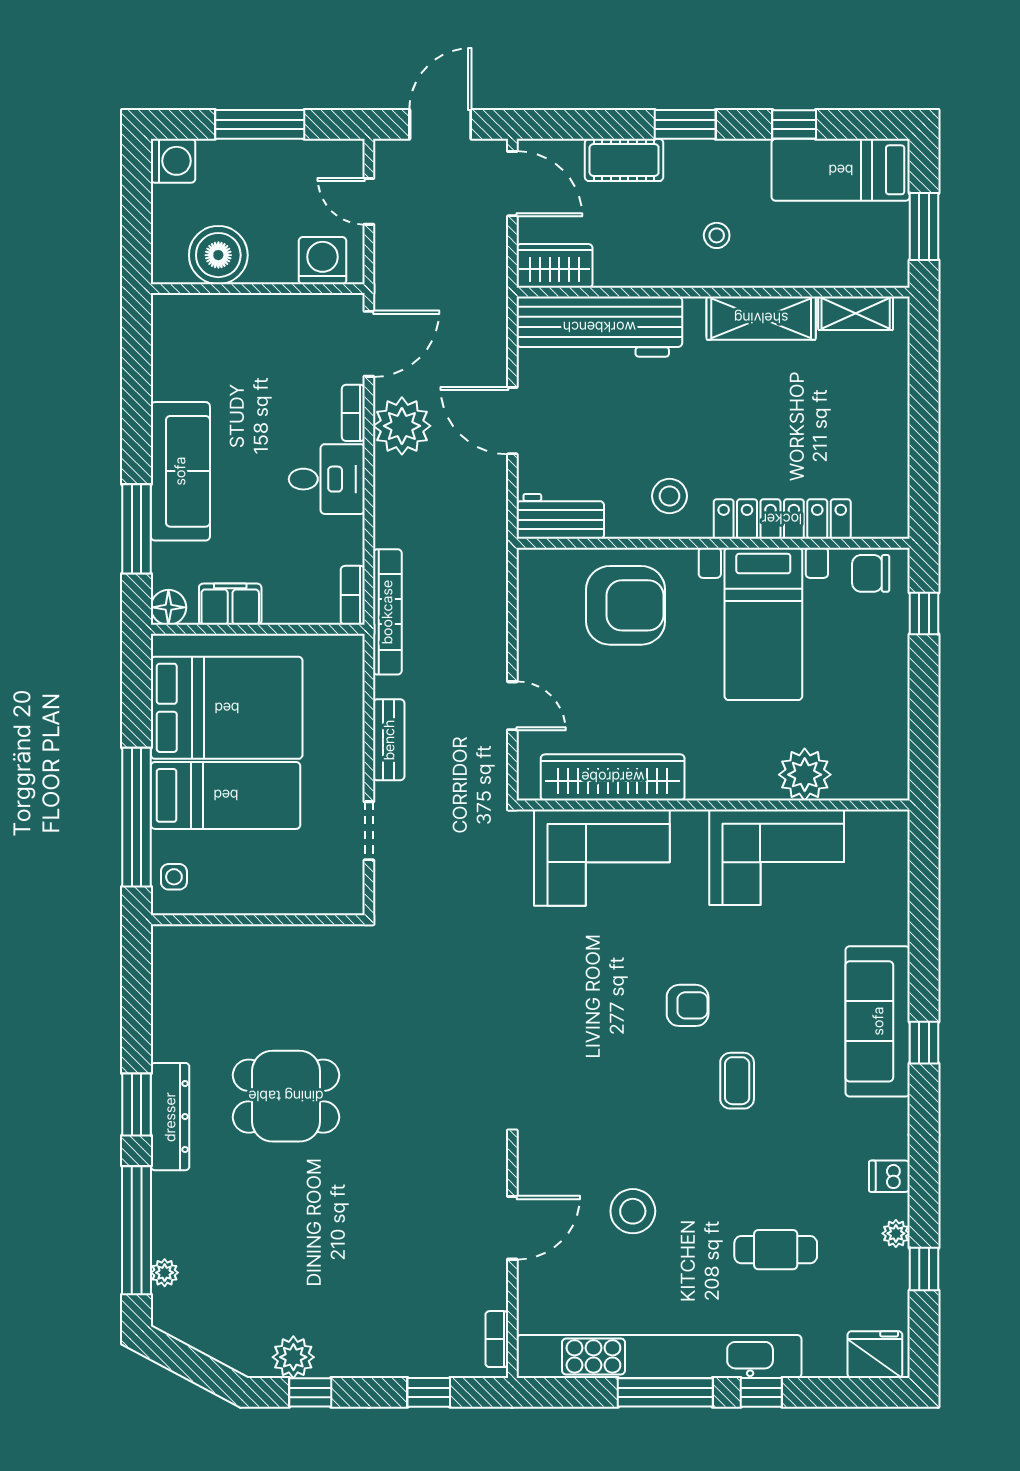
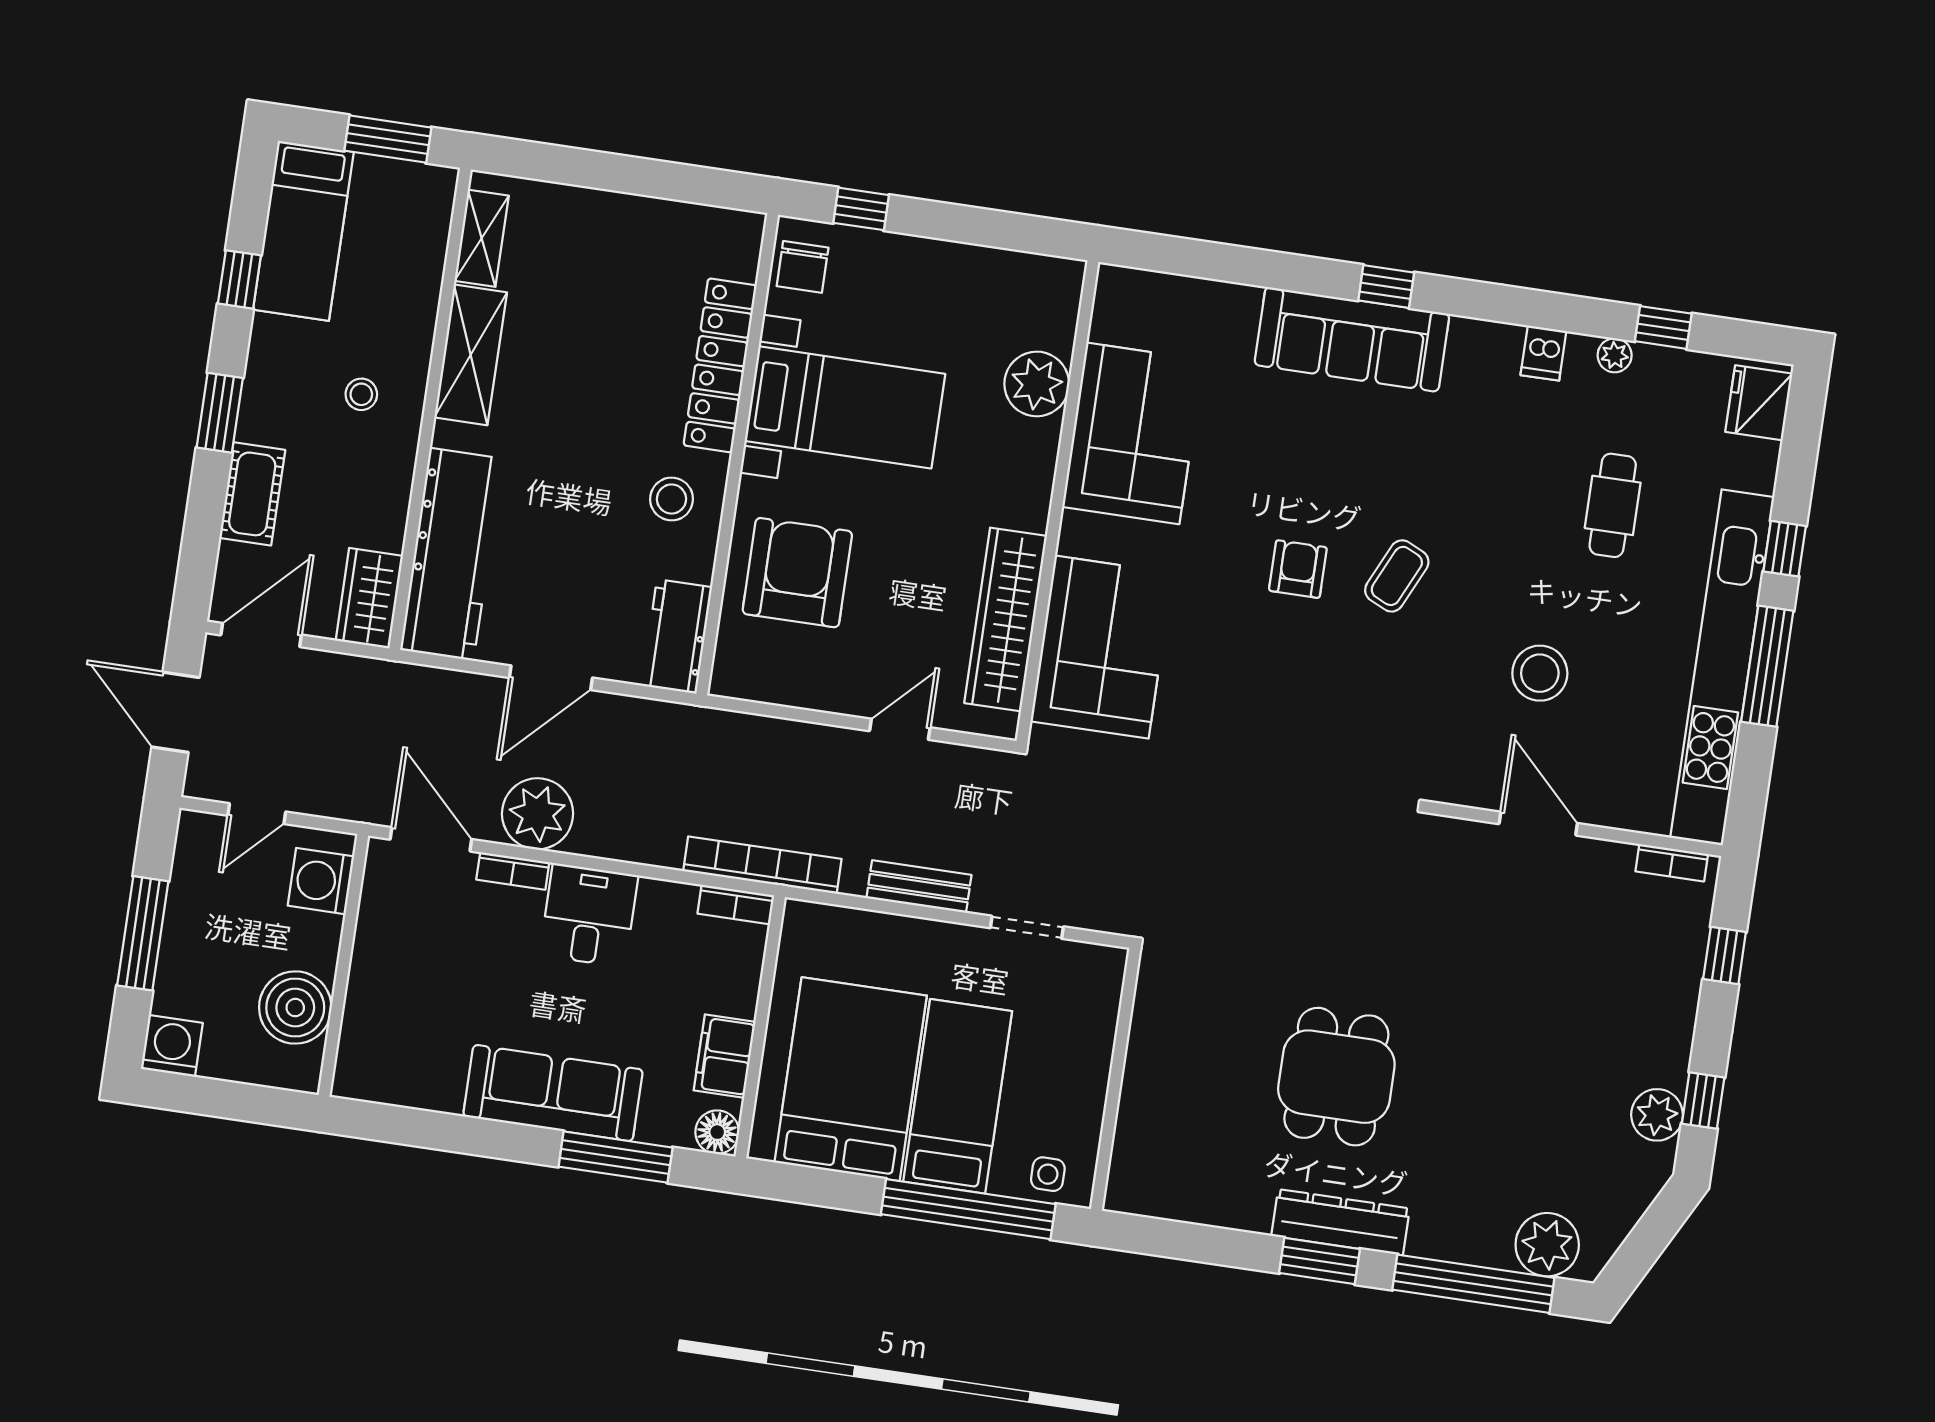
coffee table: (737, 1081) -> (1397, 576), moved, turned -65
plant: (165, 1273) -> (1547, 1245), width x1.87, depth x1.87

